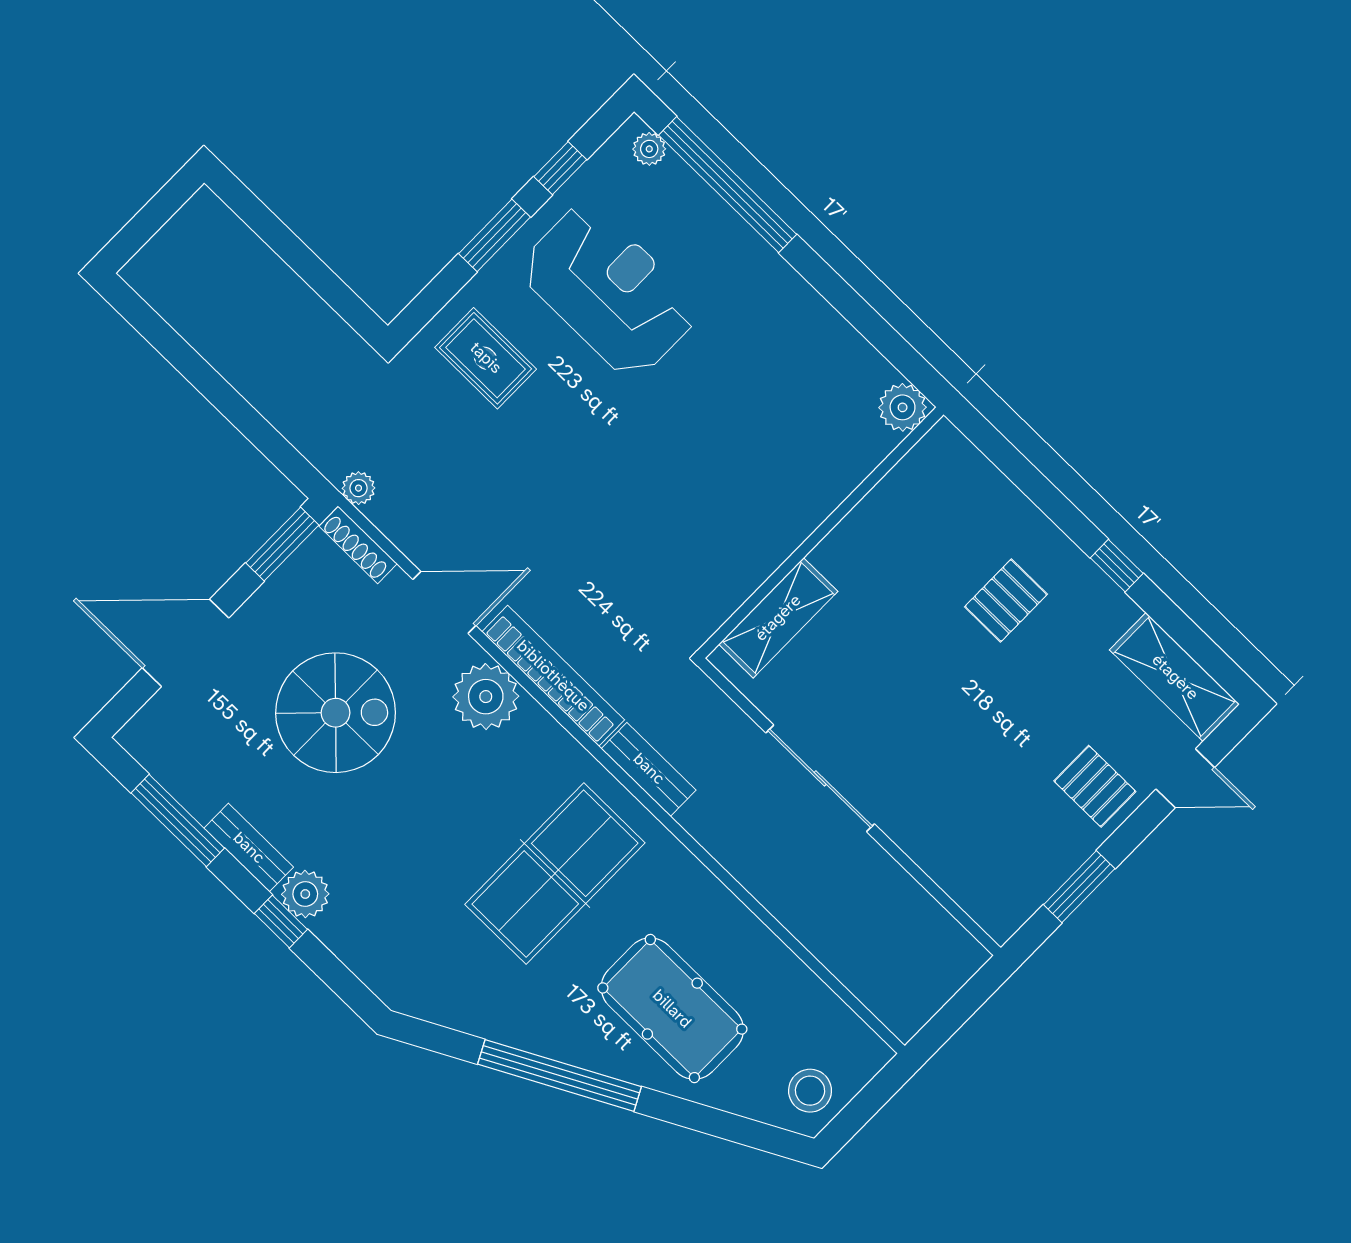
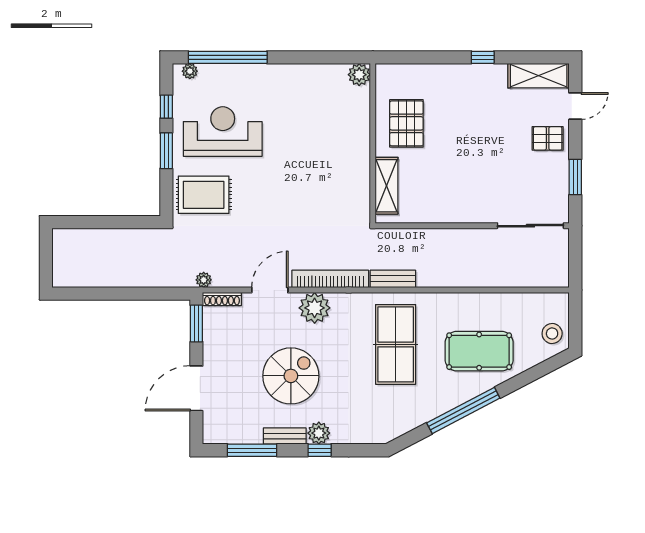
rug: (486, 358) -> (204, 195), width x1.36, depth x1.43
pallet: (1006, 600) -> (406, 123), moved, width x1.50, depth x1.42
spiral stairs: (336, 713) -> (291, 376), moved
sliding door: (820, 778) -> (530, 226), moved

